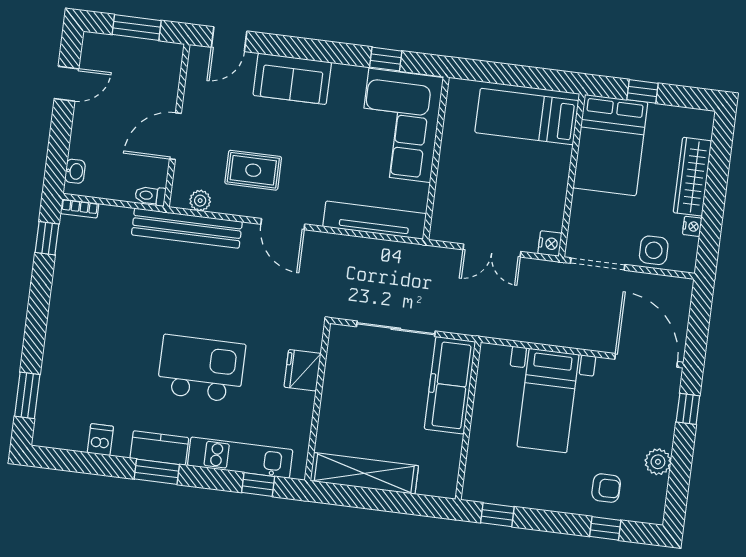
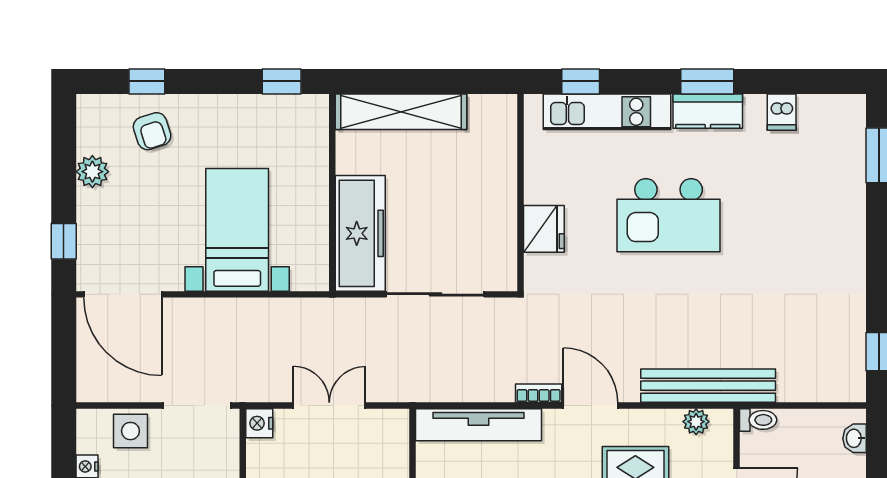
bookcase: (80, 209) -> (539, 393), moved
shelving: (364, 473) -> (401, 112), moved
armchair: (606, 488) -> (152, 131), turned -108

